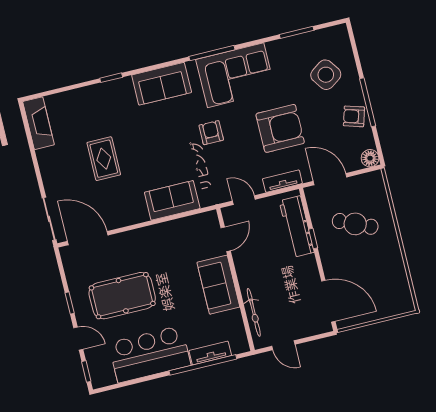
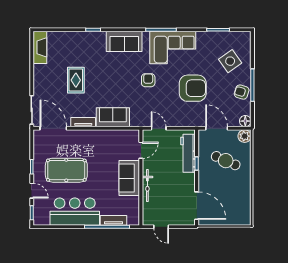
tv unit: (282, 181) -> (83, 122), moved
plant: (374, 181) -> (245, 136), added
bicycle: (254, 312) -> (147, 186), moved

